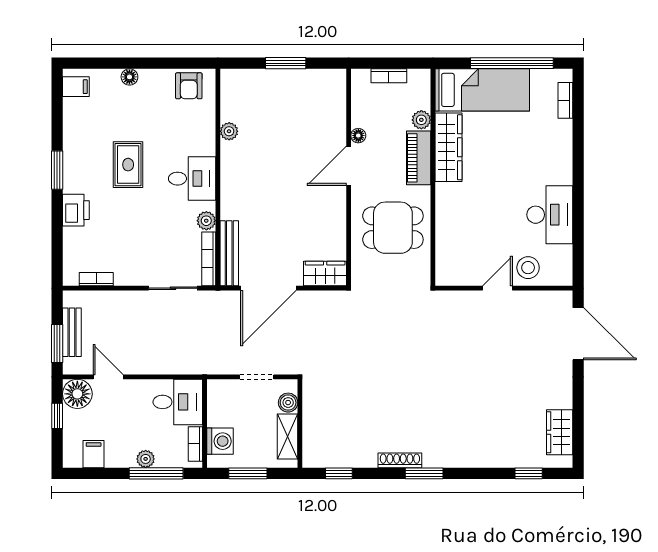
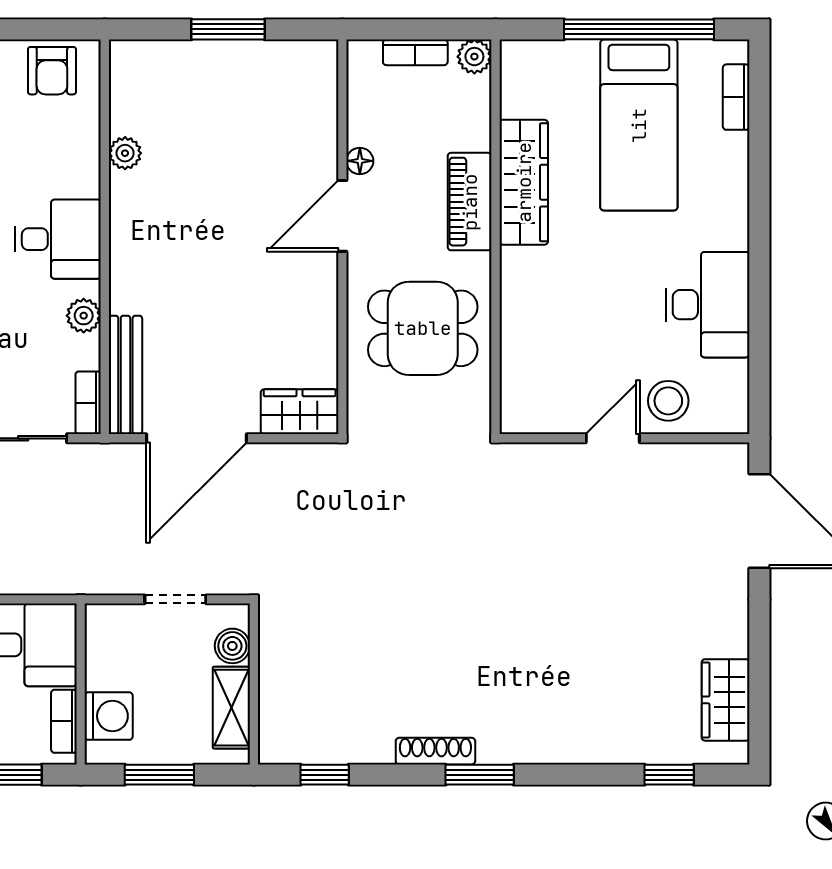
bed: (482, 90) -> (639, 125), moved, turned 90
plant: (421, 120) -> (474, 57), moved
bookcase: (209, 259) -> (88, 403), width x0.64

